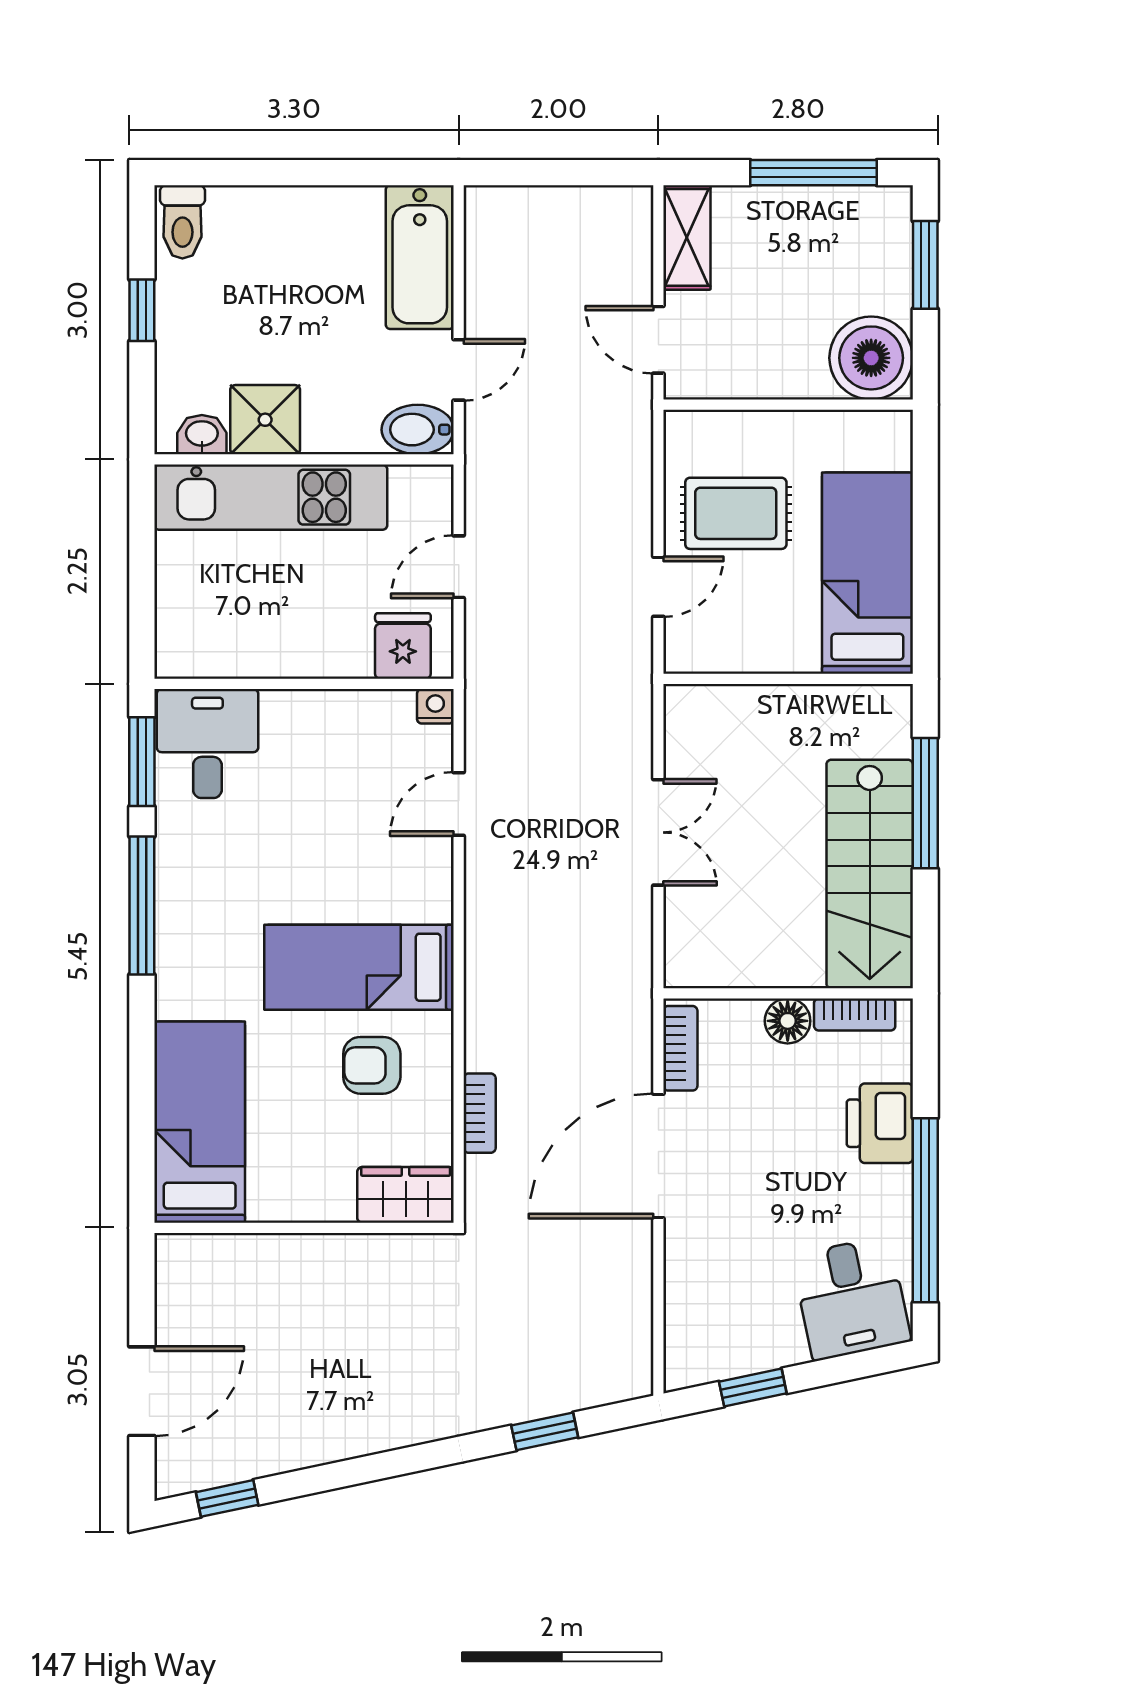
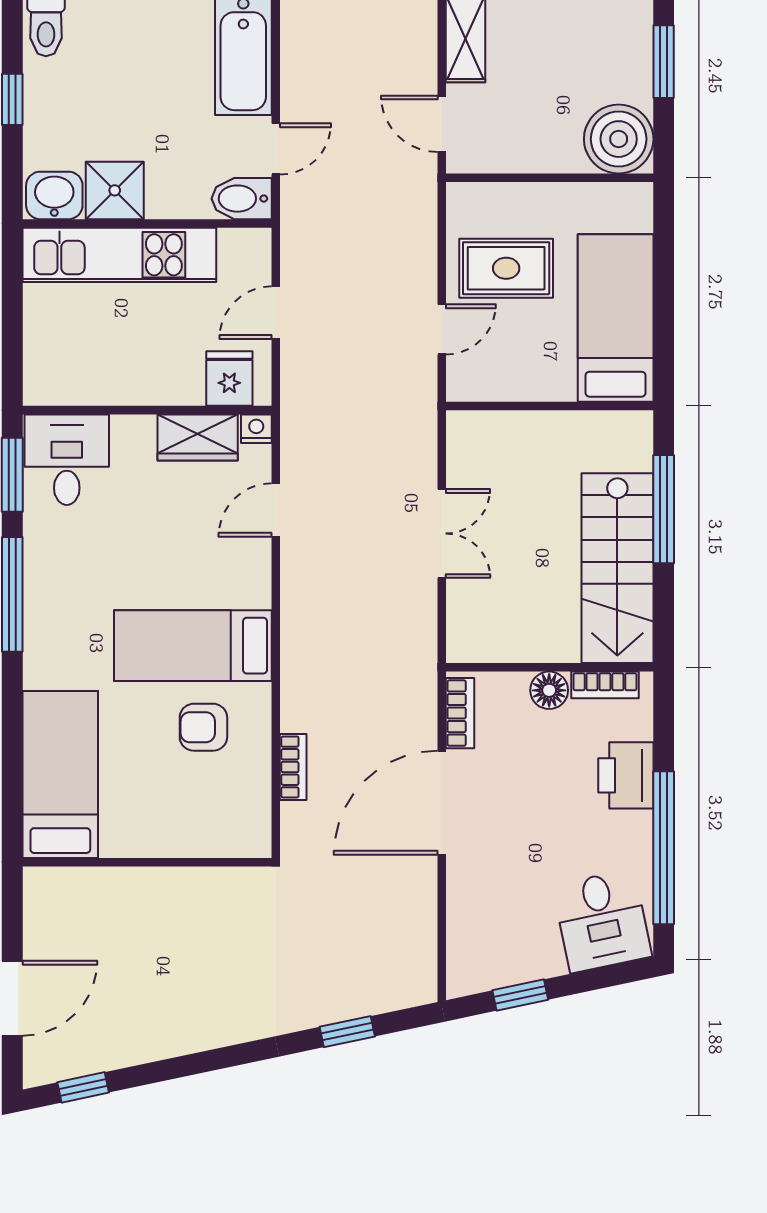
washbasin: (202, 435) -> (54, 195), width x1.38, depth x1.45
wardrobe: (406, 1195) -> (198, 437), moved, turned 180

